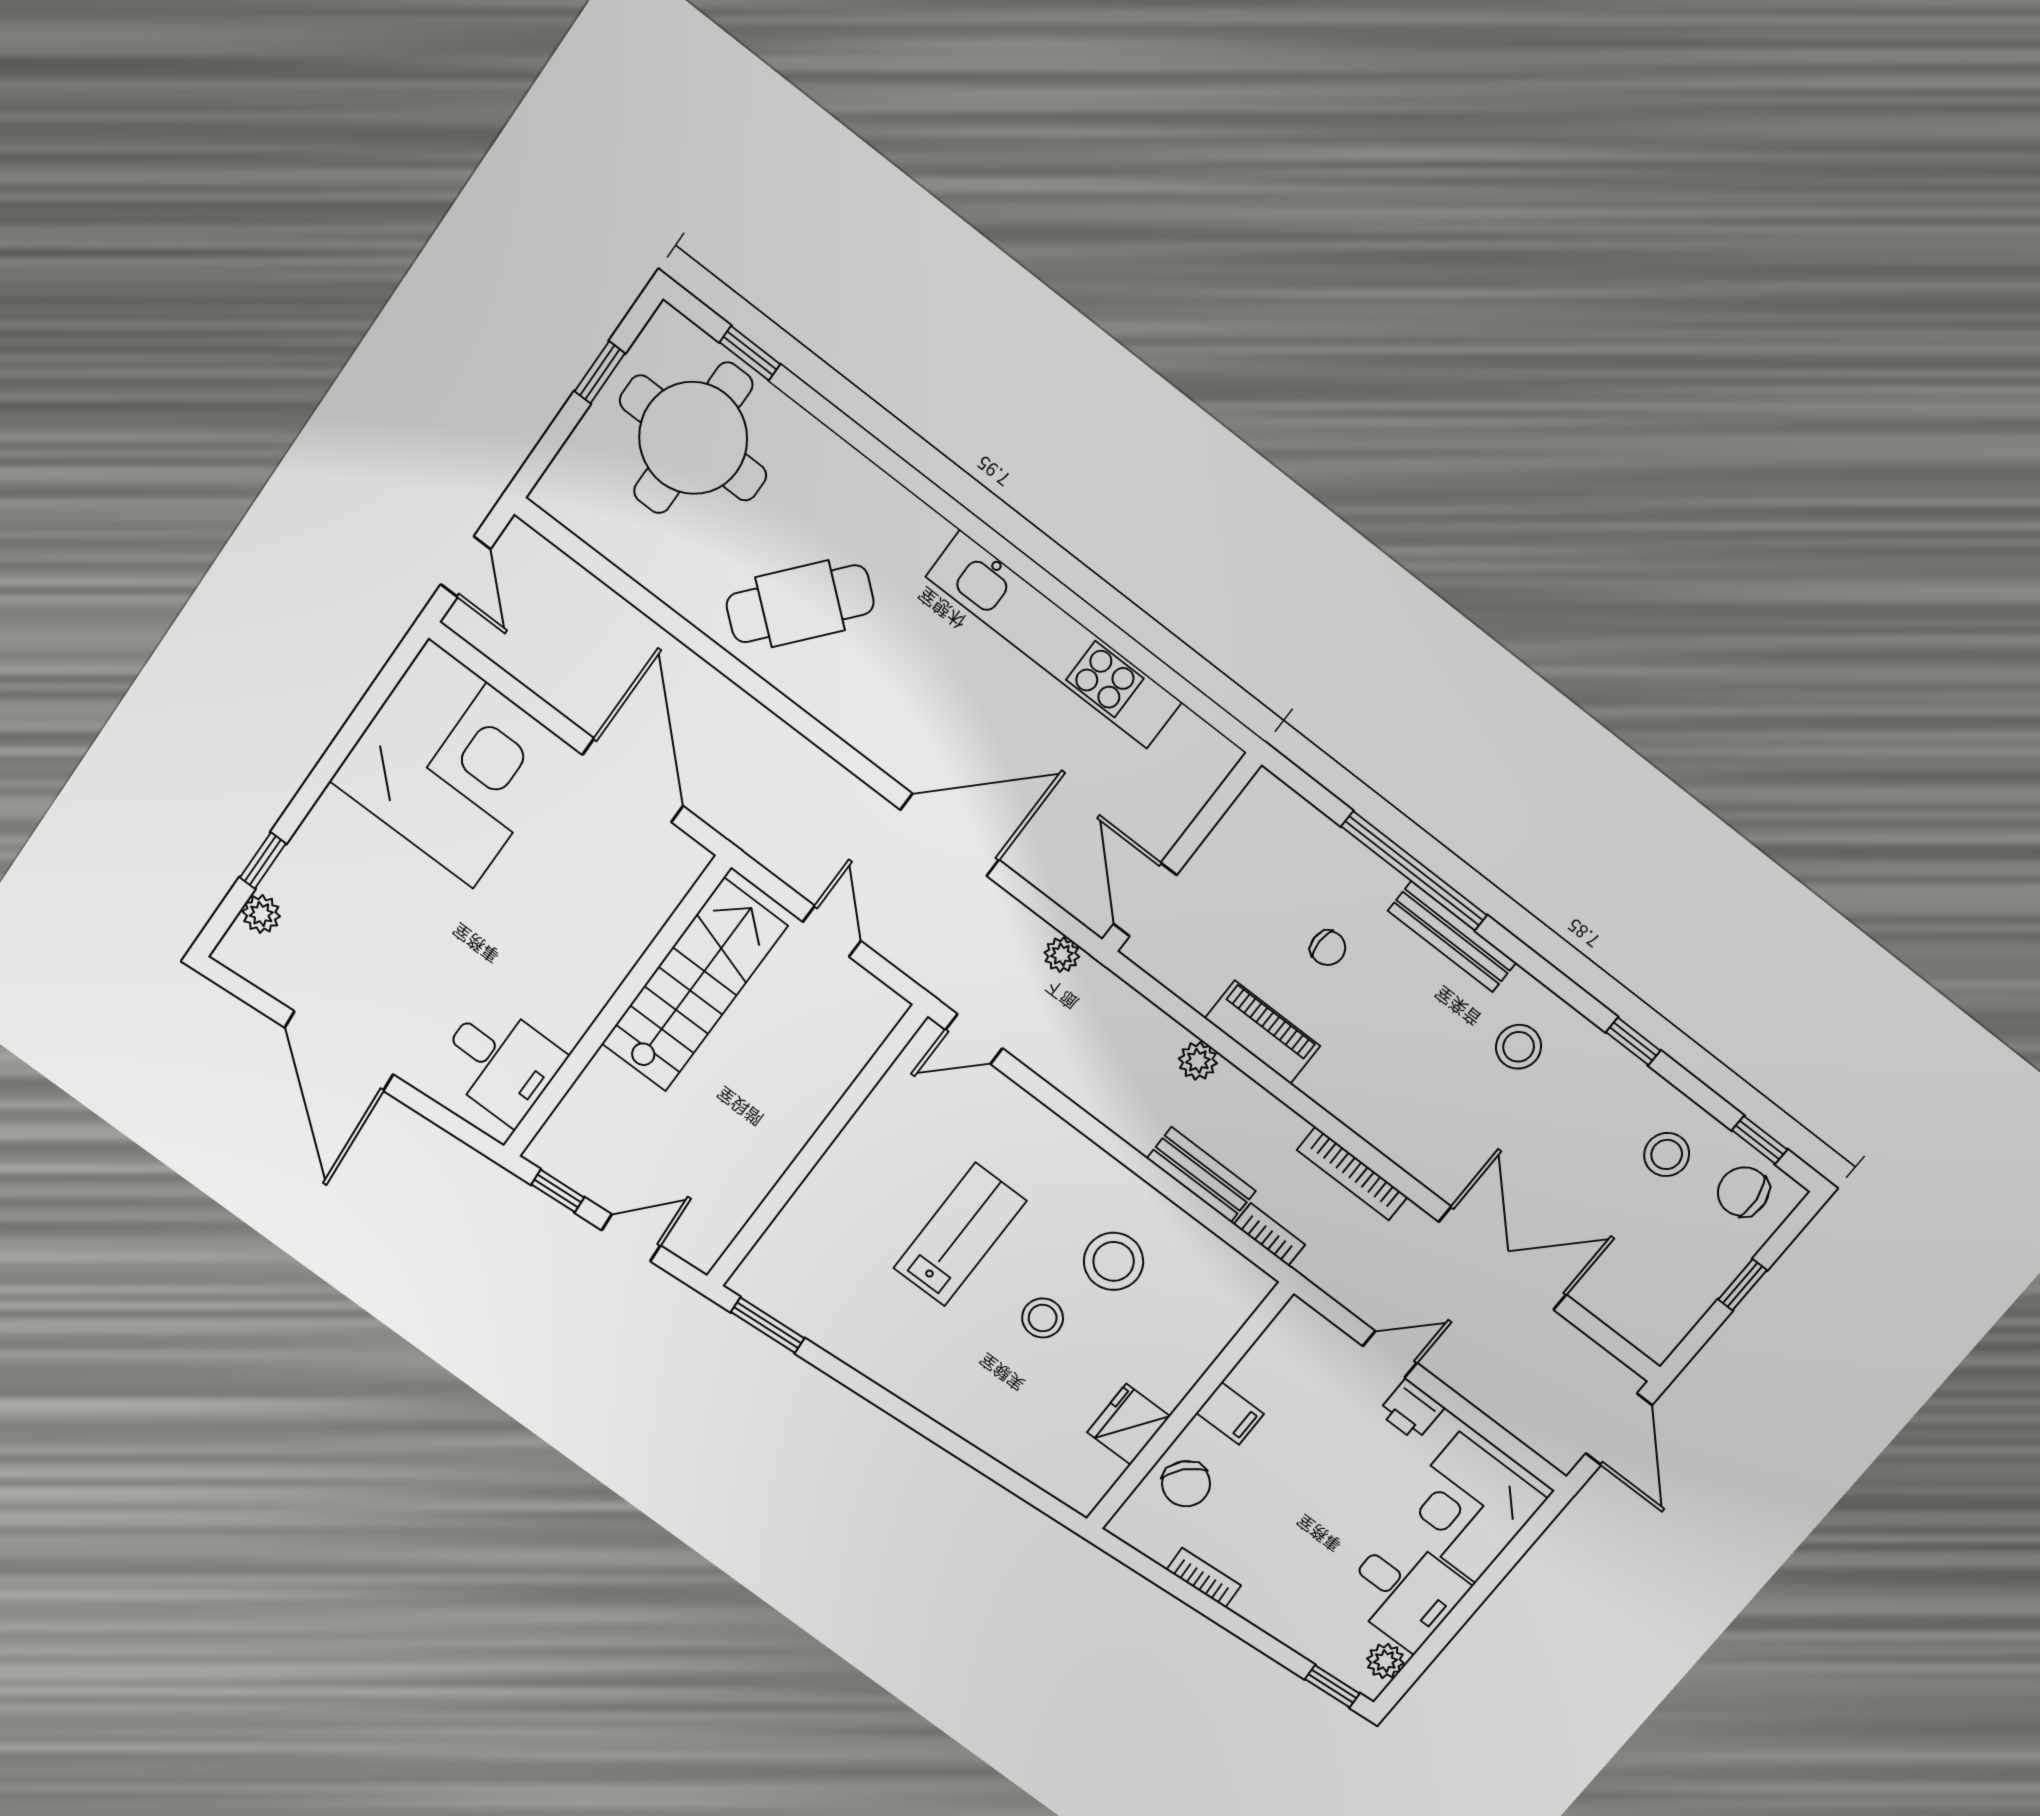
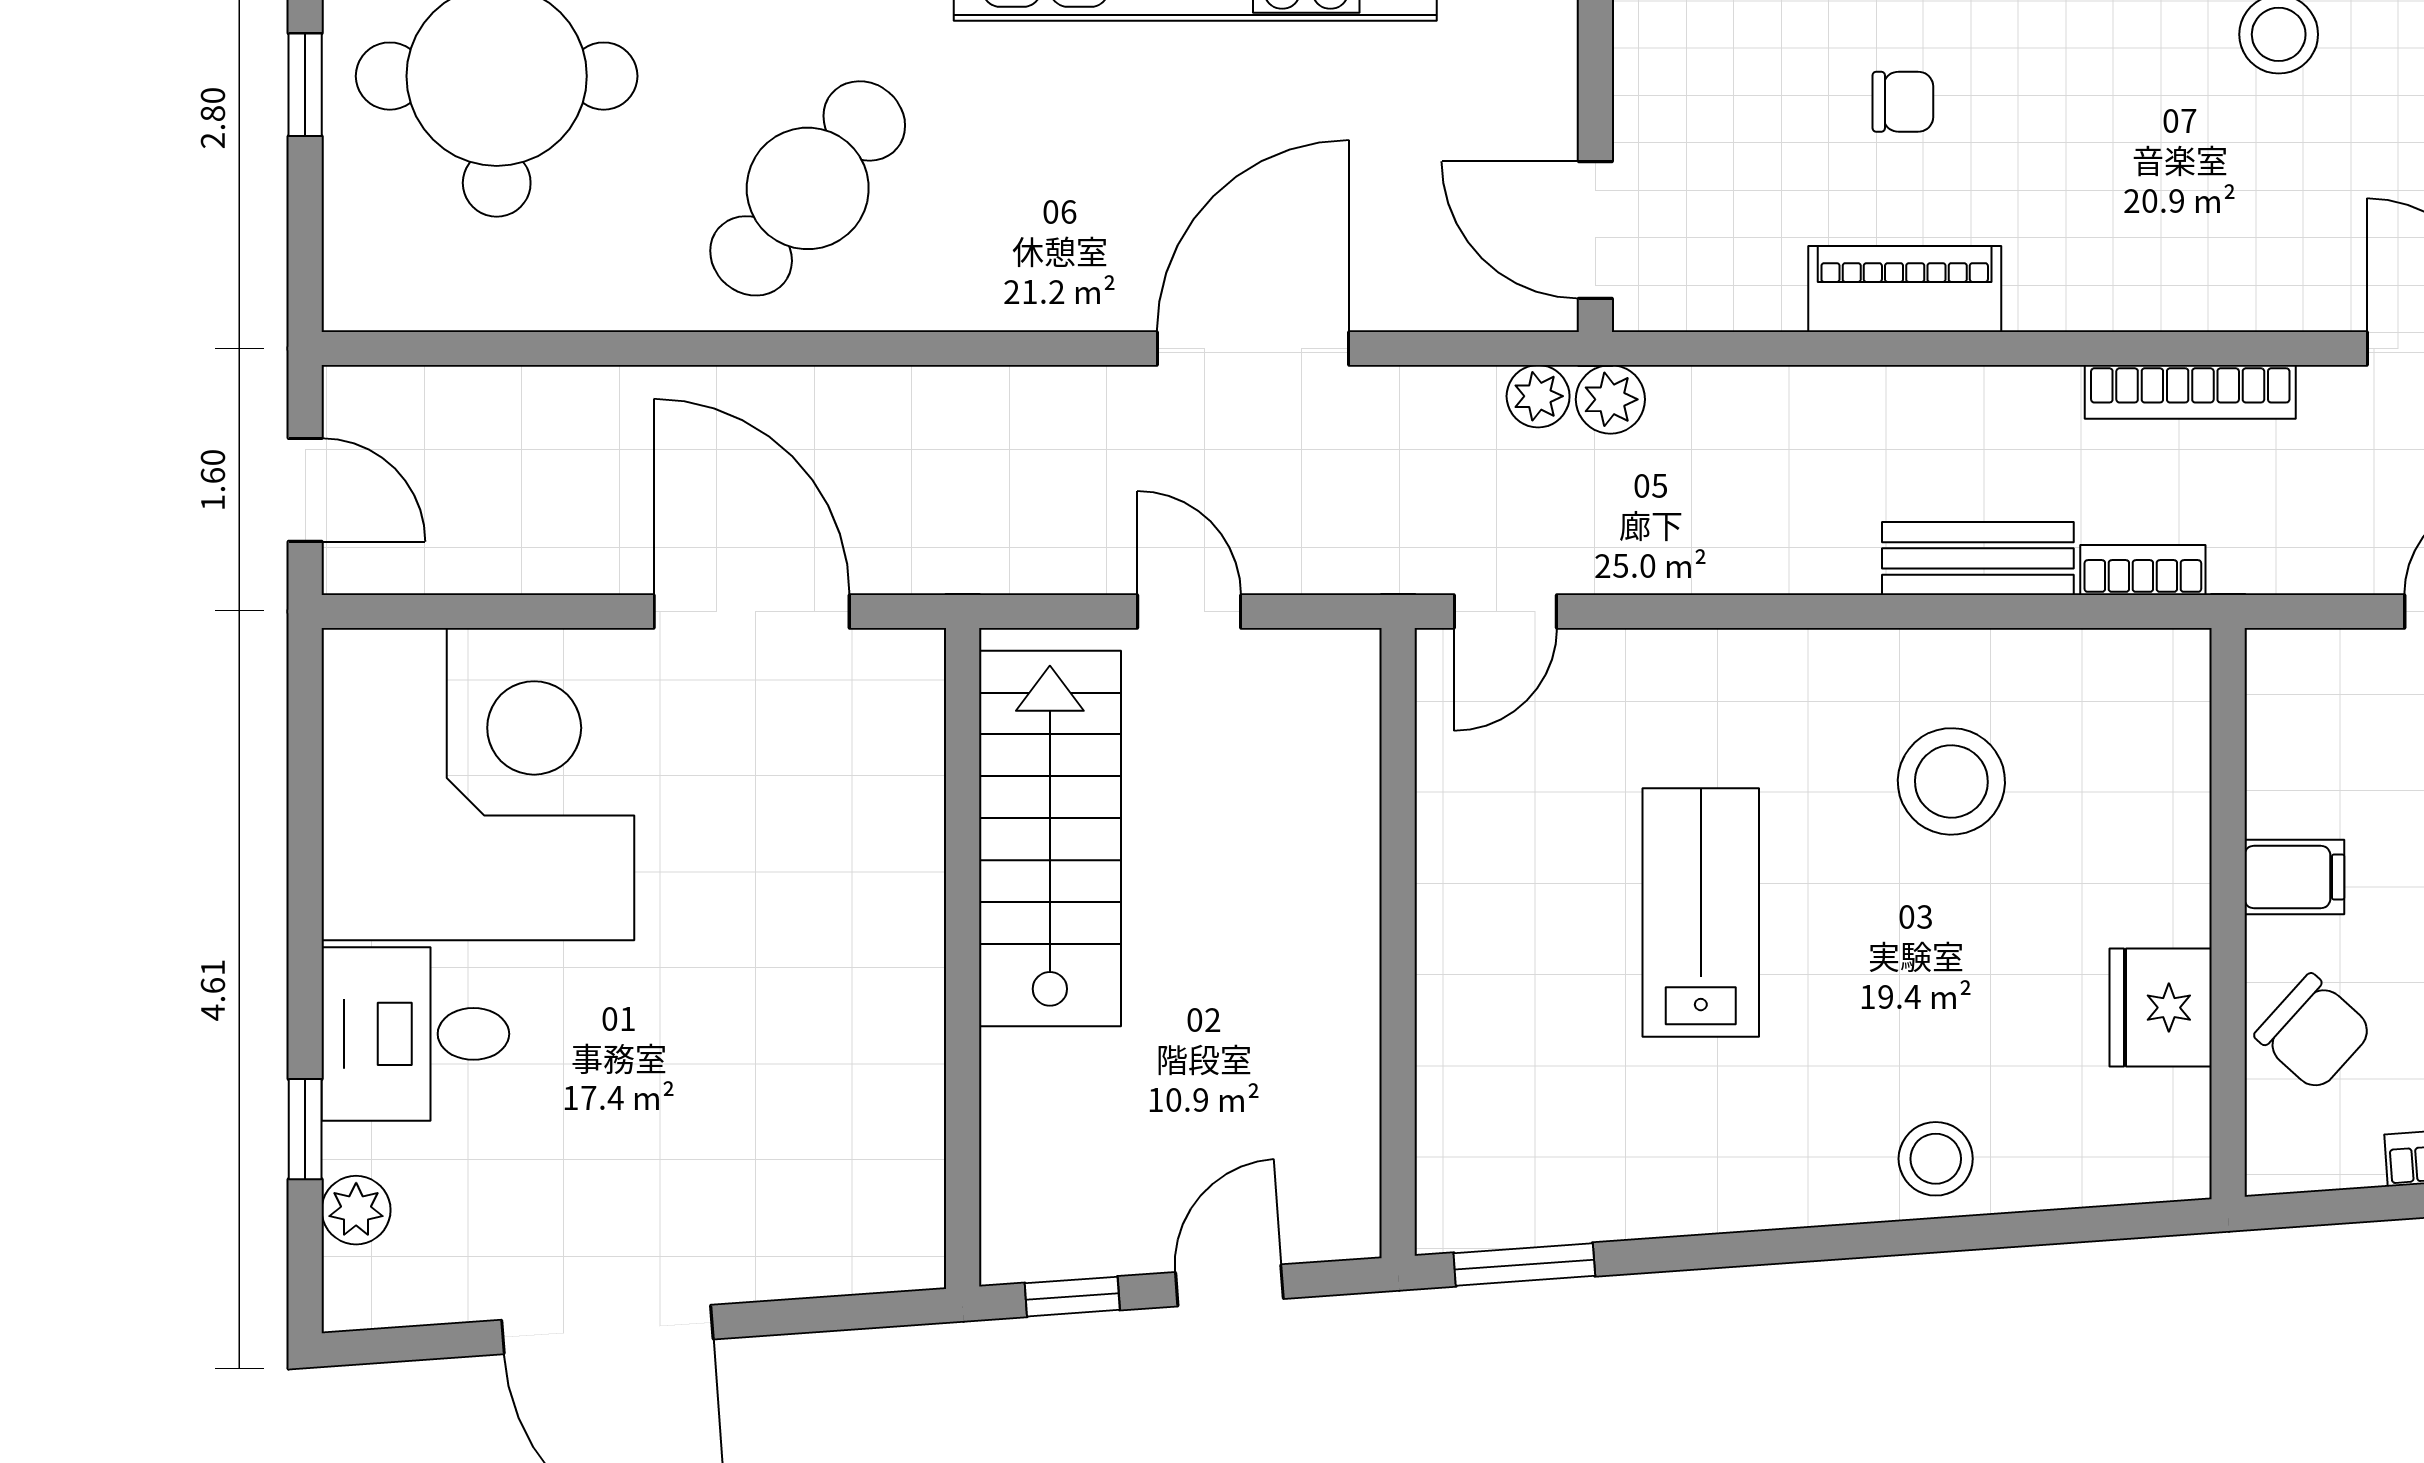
plant: (1198, 1061) -> (1610, 399), moved
desk: (500, 1062) -> (415, 1034), moved, turned 180
stool: (1043, 1318) -> (1936, 1159), moved

